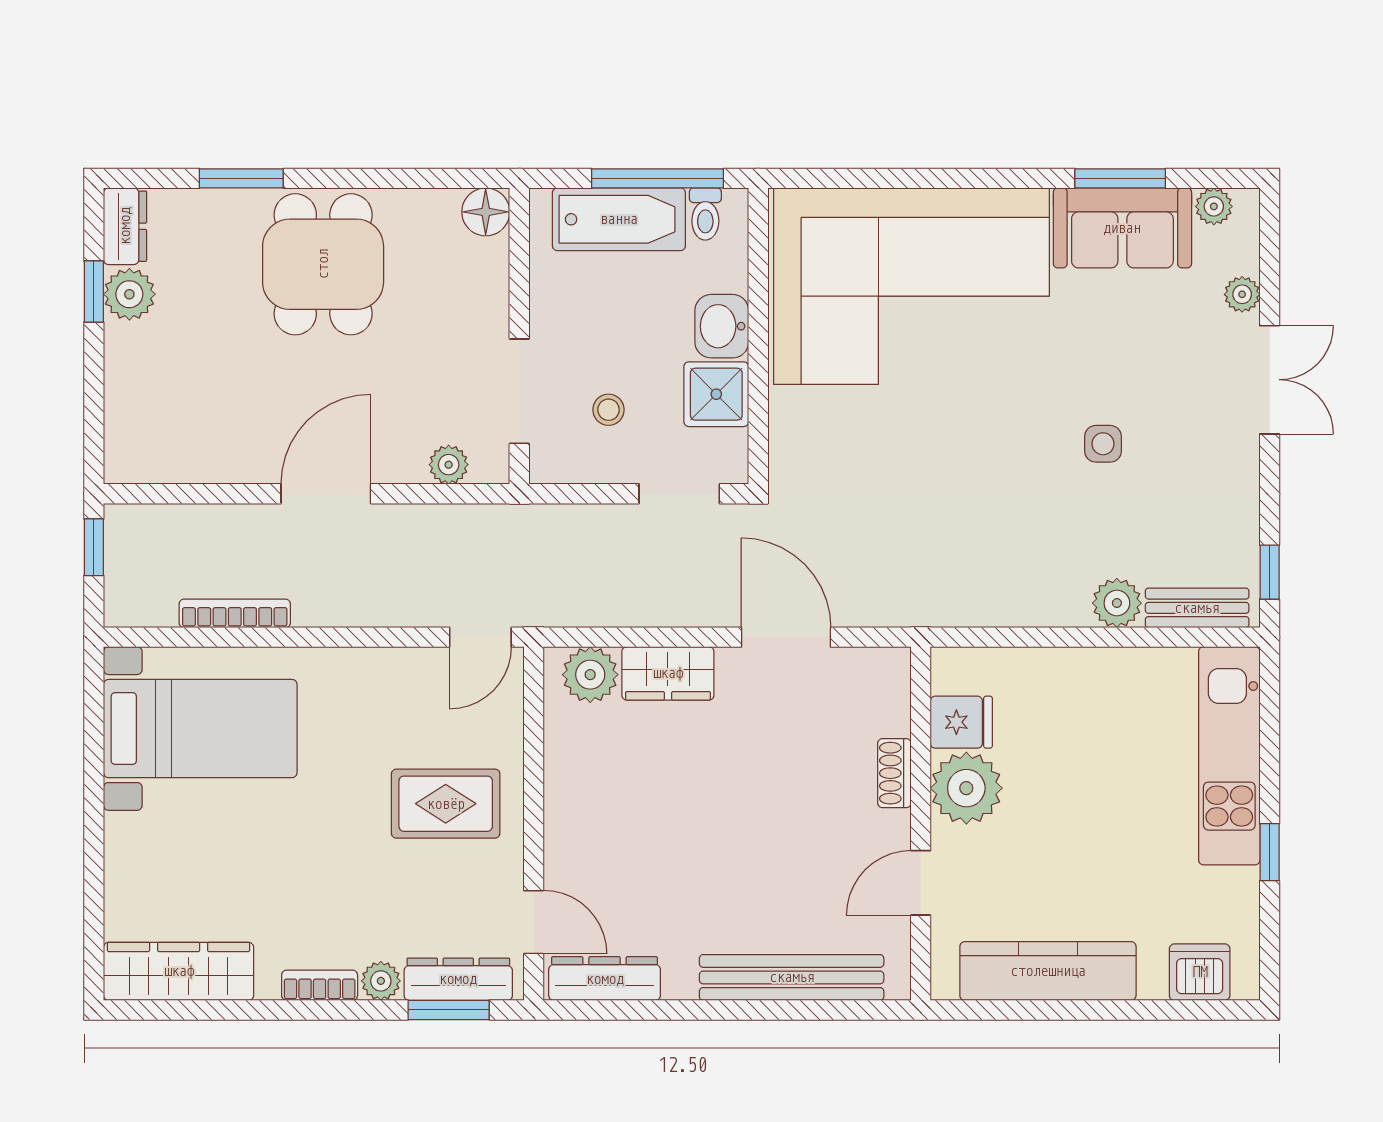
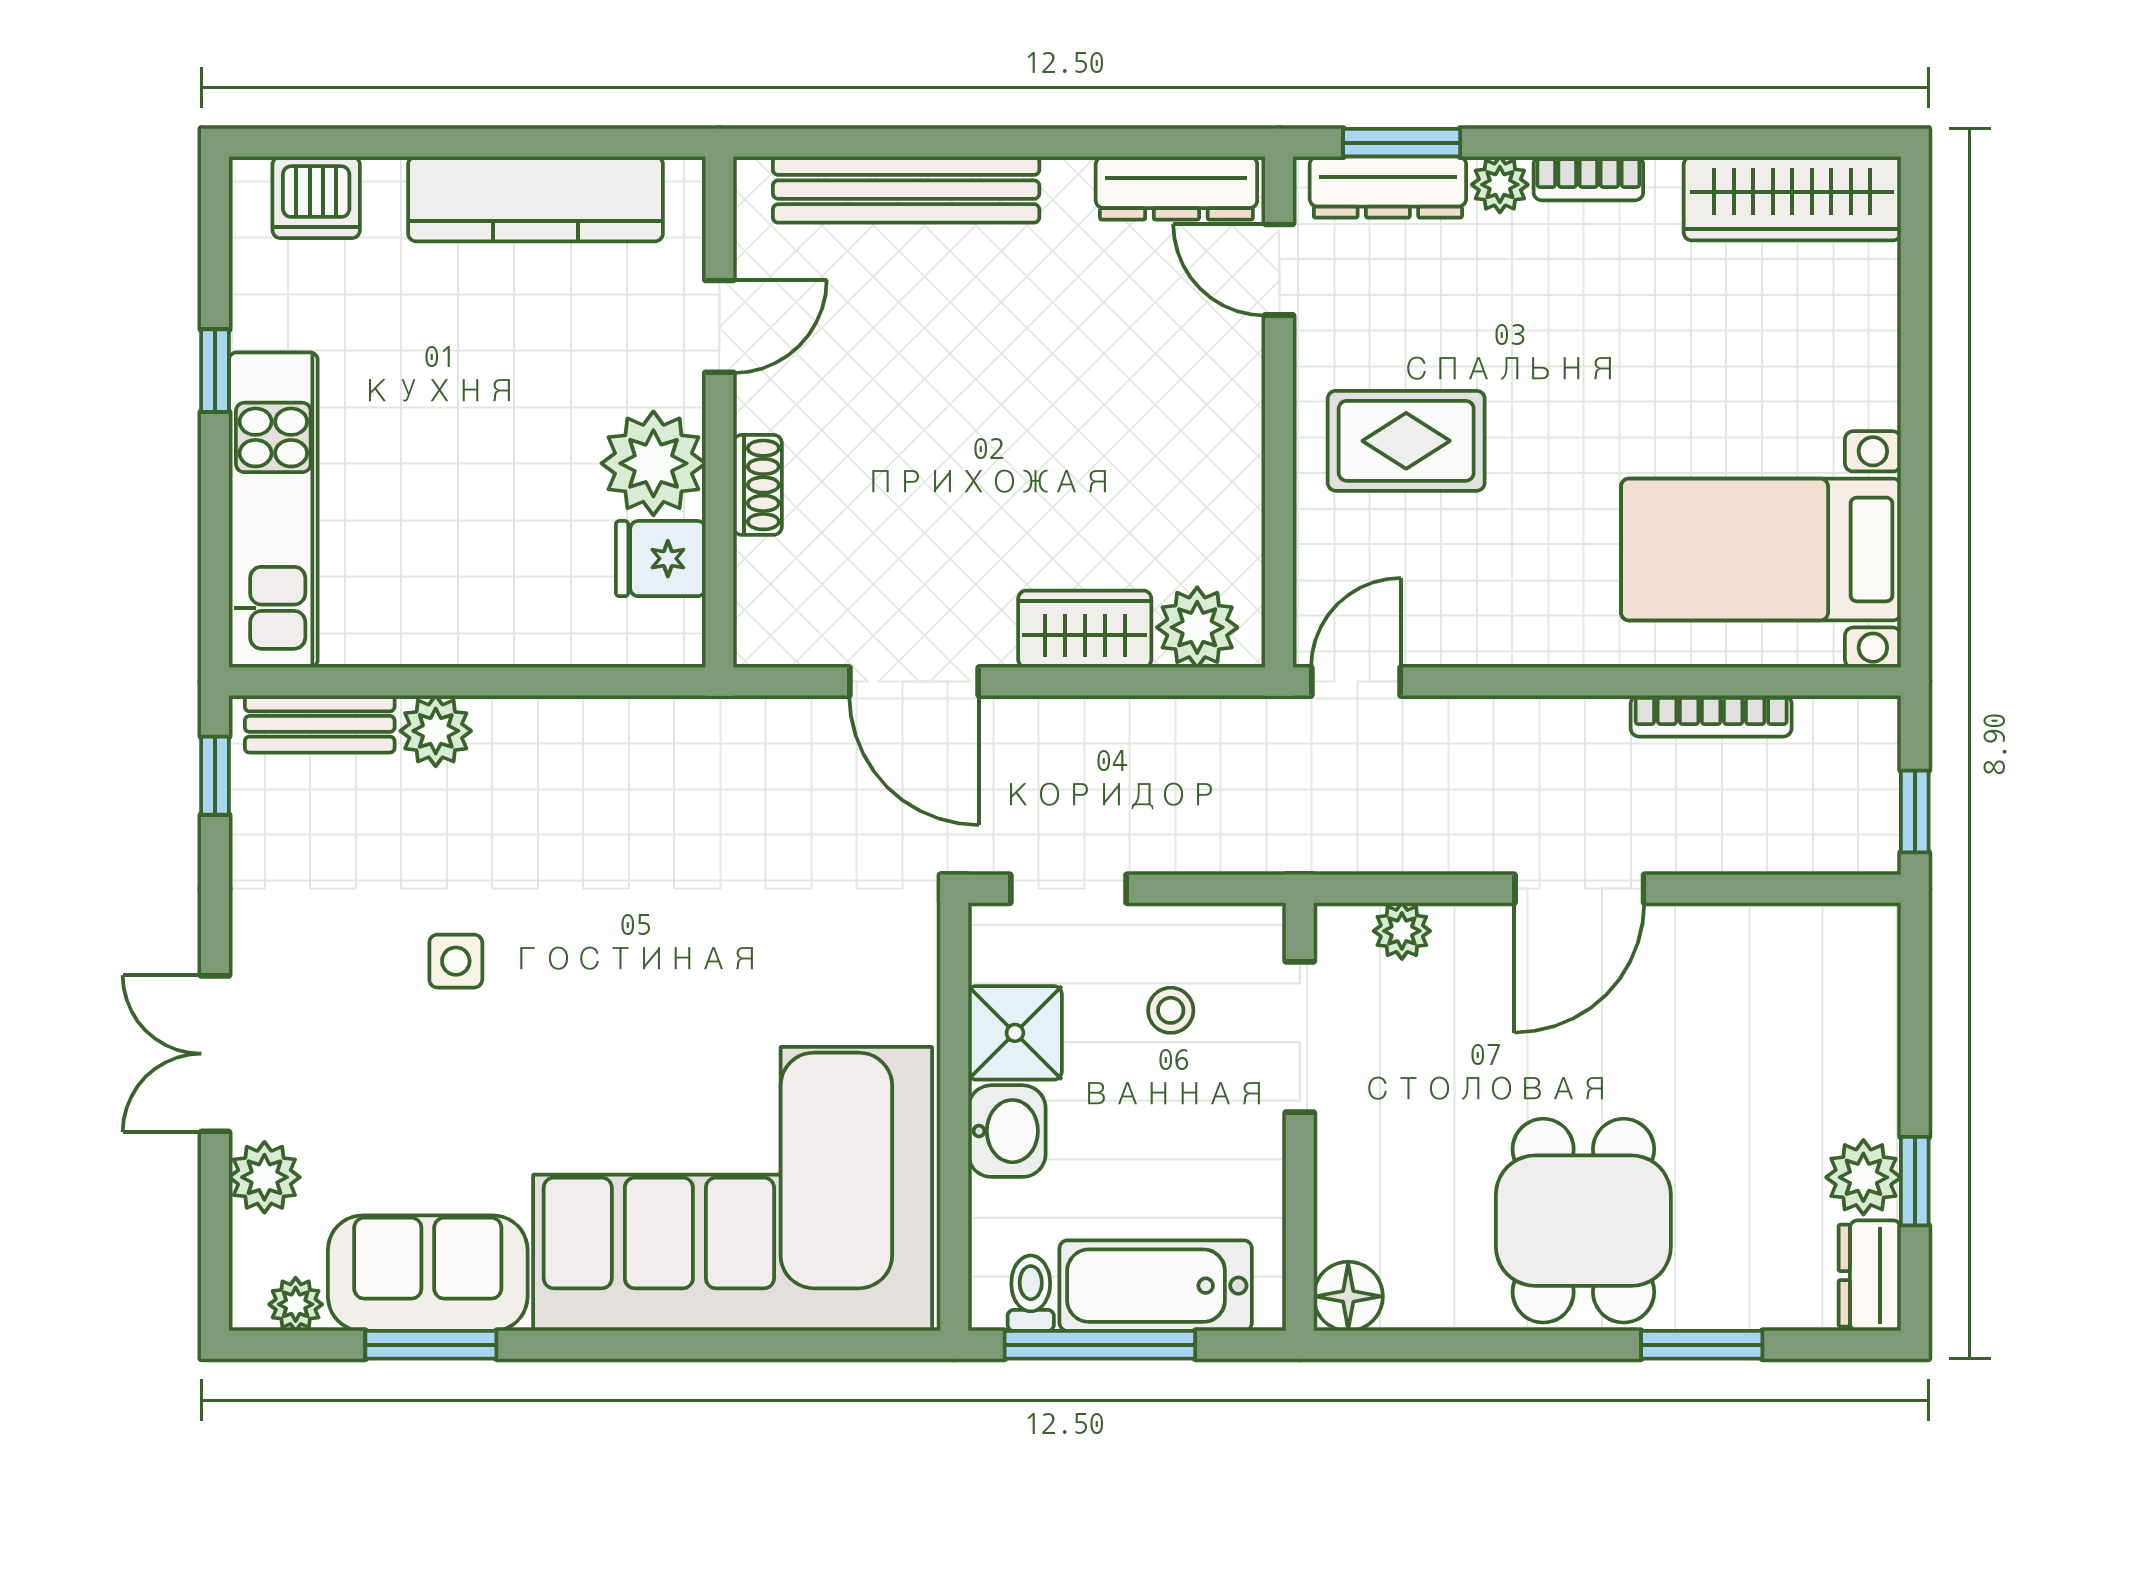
plant: (1242, 294) -> (264, 1177), width x1.38, depth x1.38

